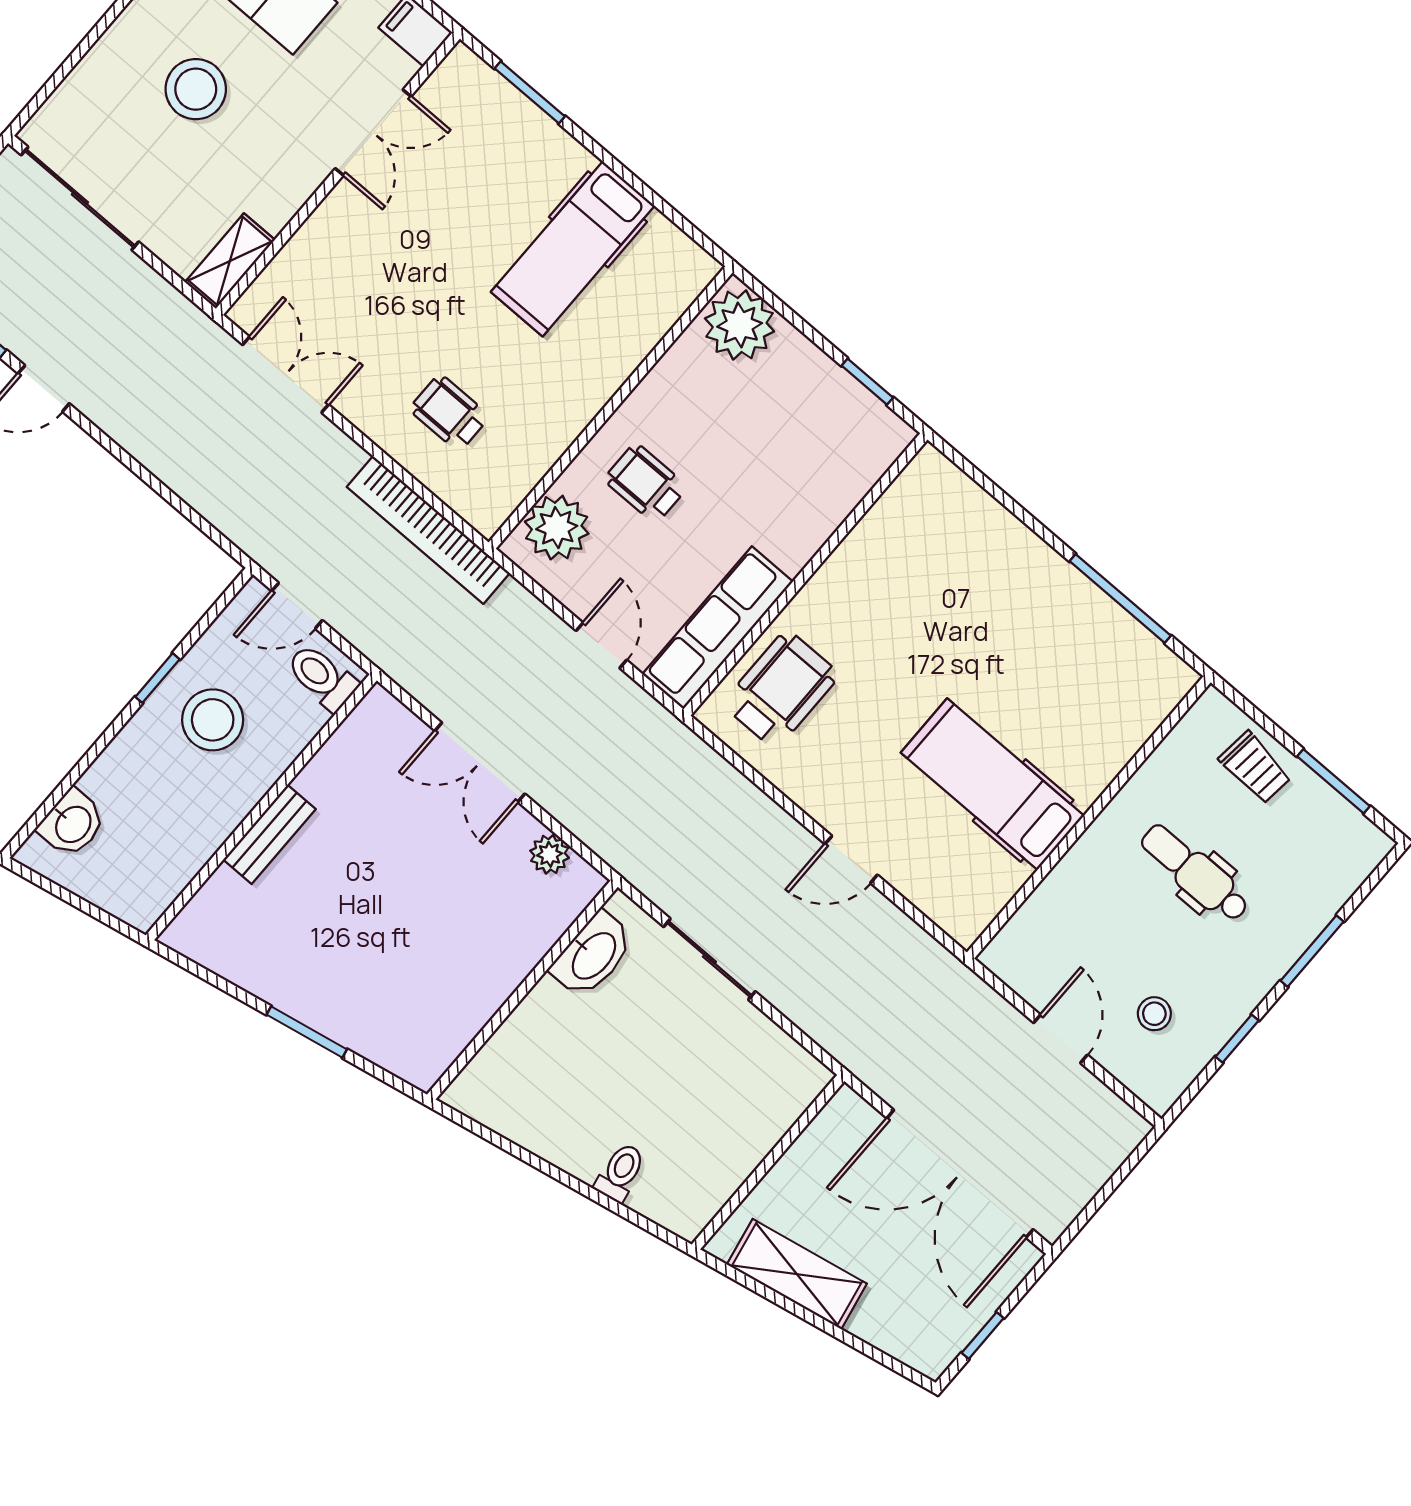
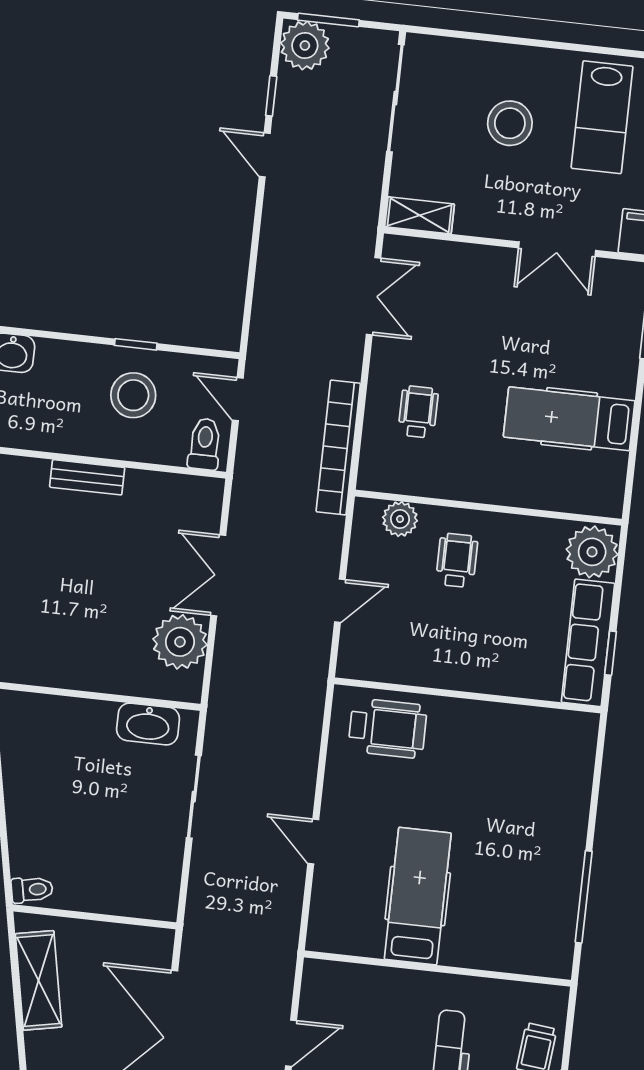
plant: (557, 528) -> (400, 519), width x0.73, depth x0.73
row of seats: (718, 628) -> (588, 643), moved, turned -90
plant: (550, 854) -> (180, 642), width x1.87, depth x1.87
toilet: (620, 1172) -> (32, 890), moved

